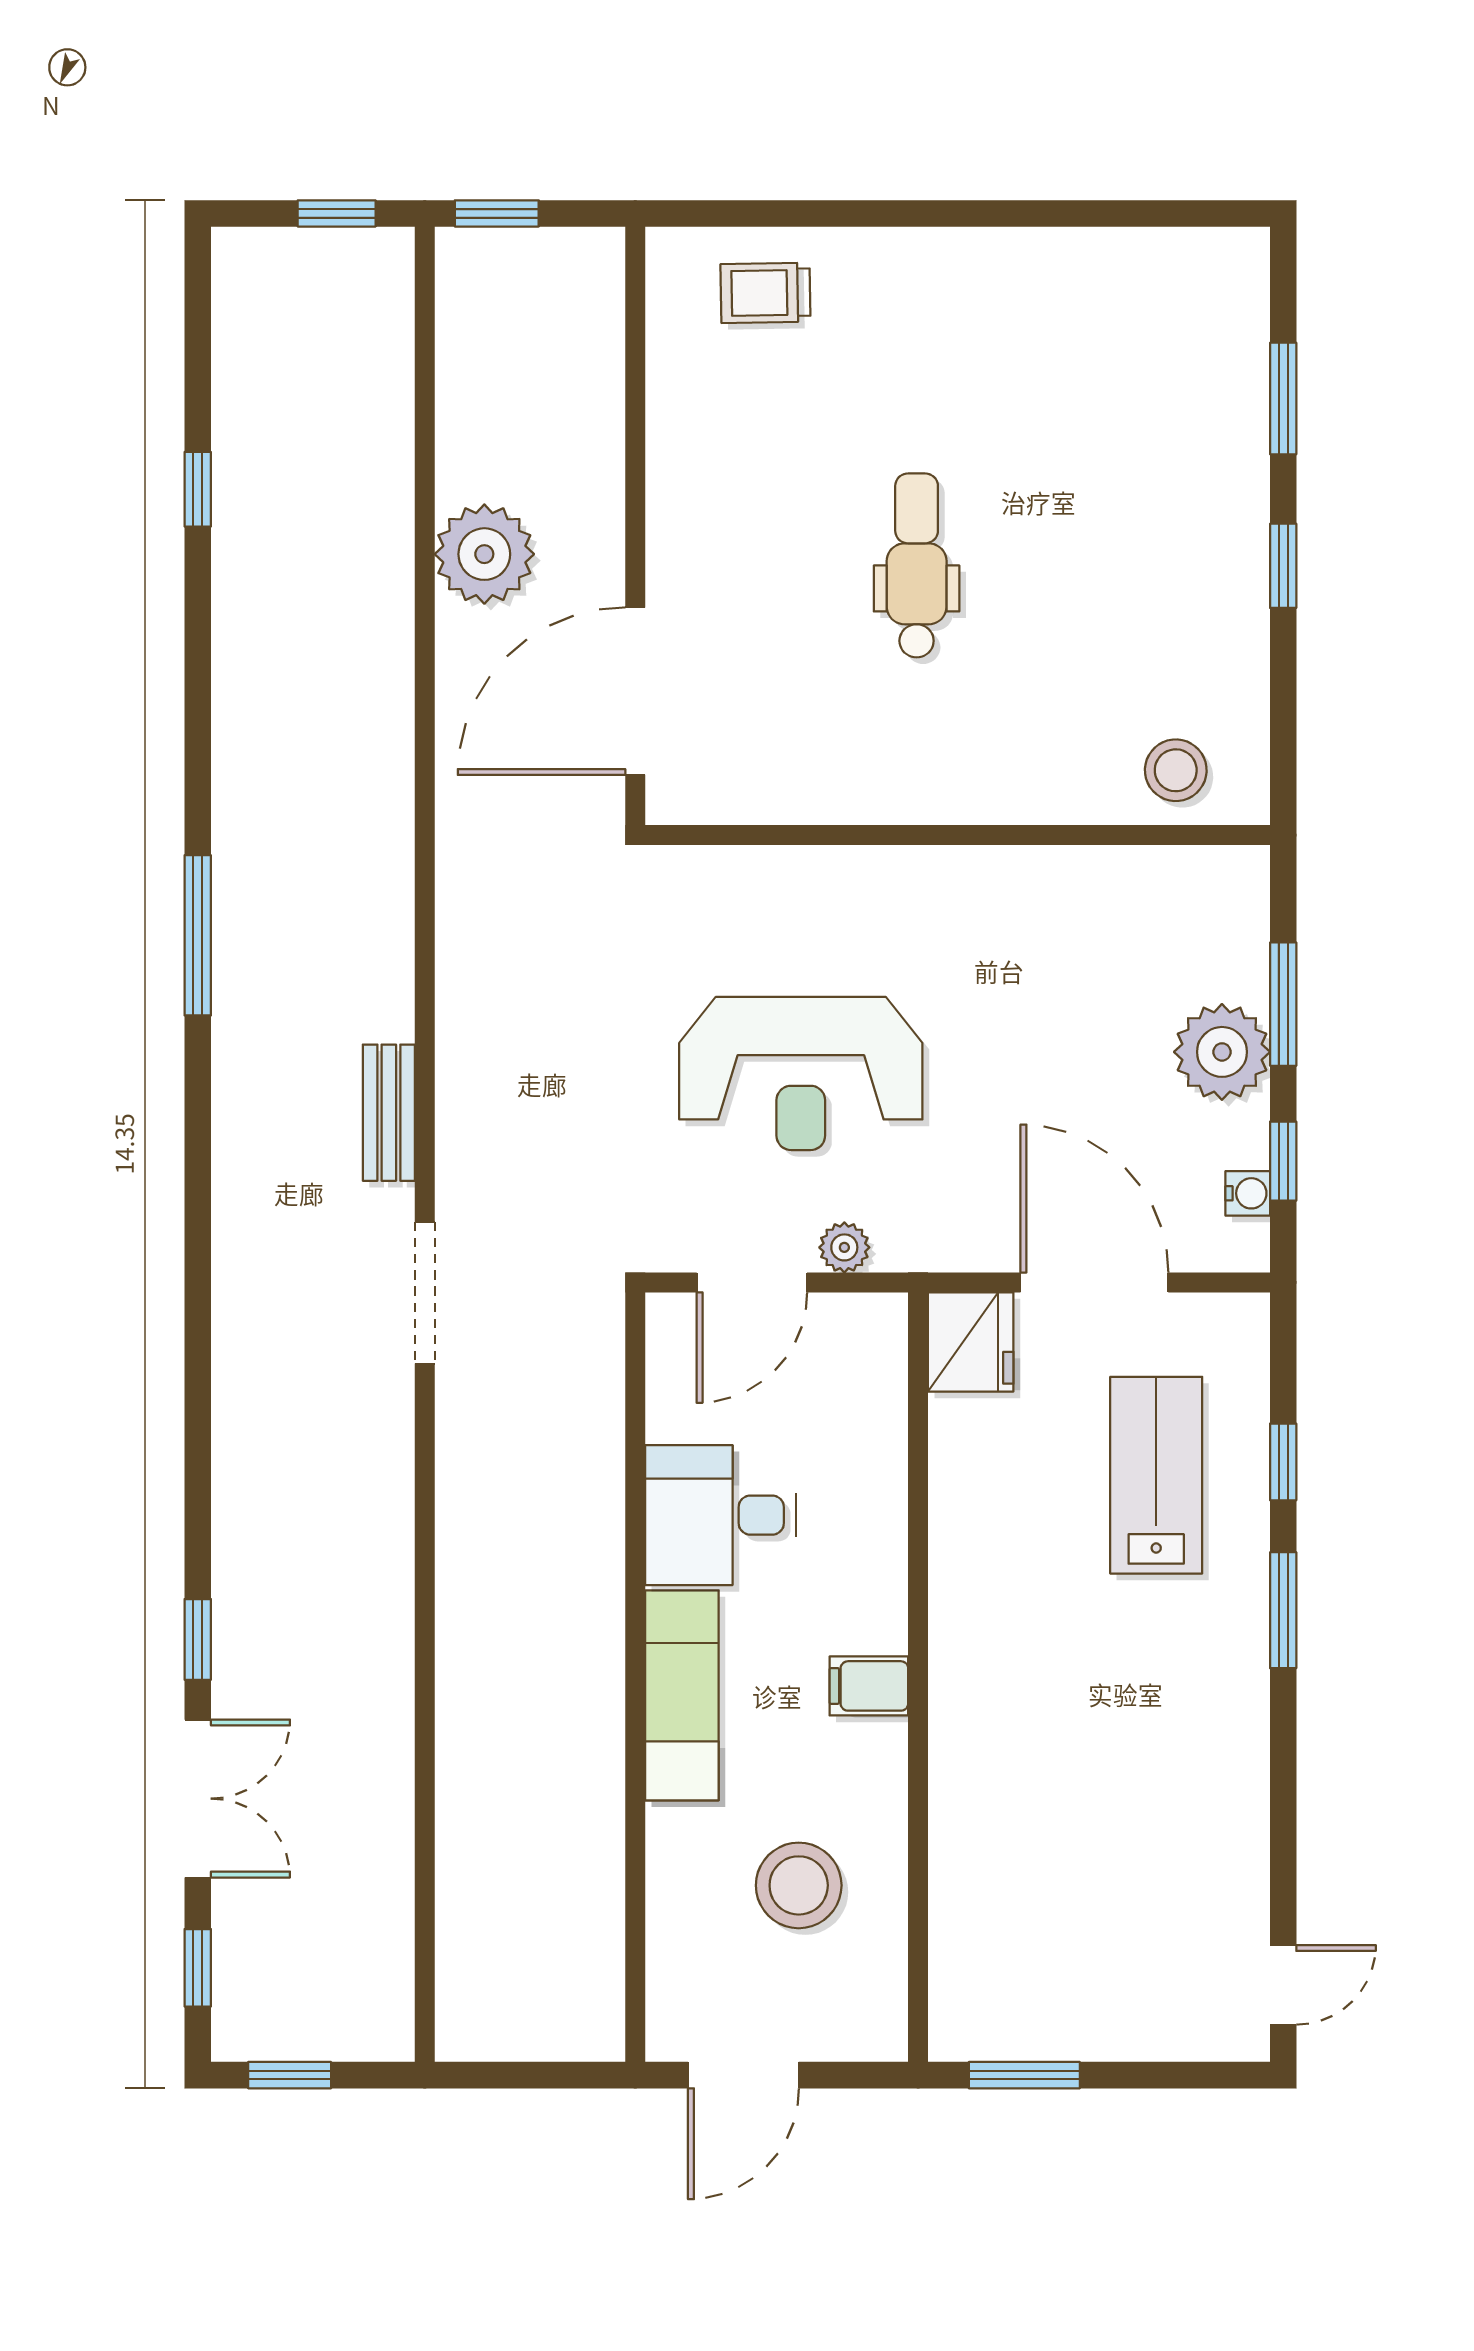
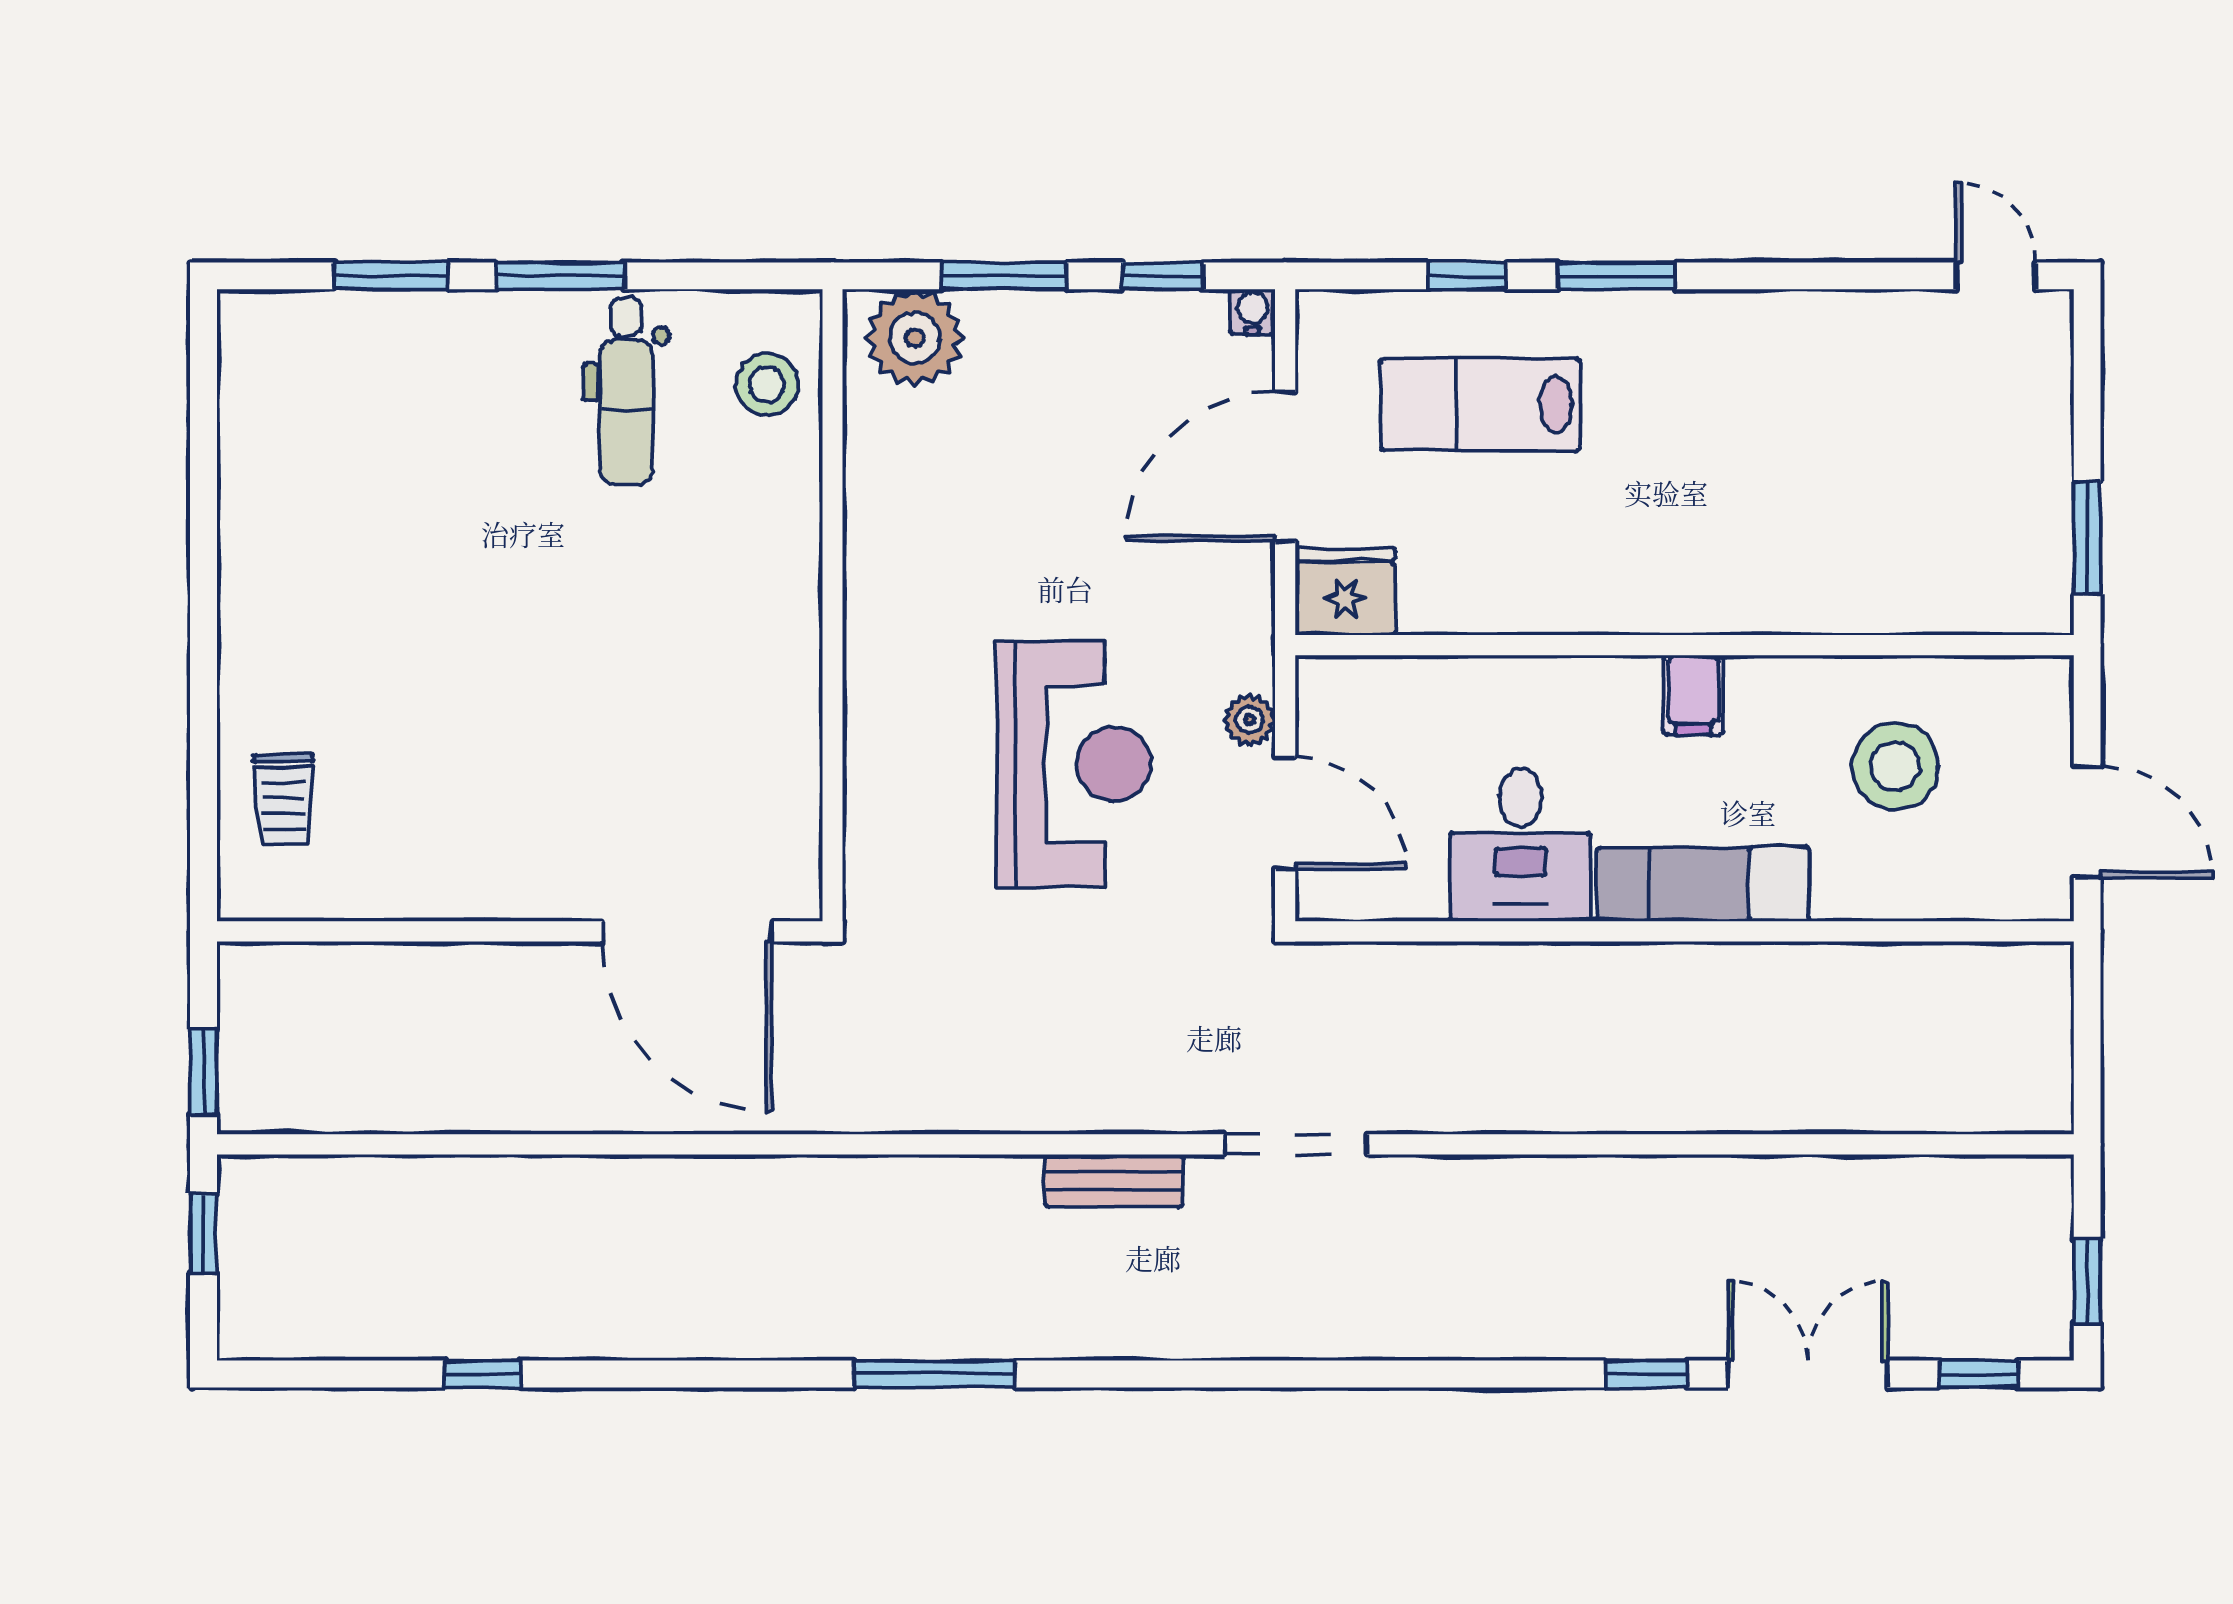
plant: (484, 554) -> (548, 1084), removed
dental chair: (917, 565) -> (626, 392), moved, turned -90
window: (1283, 566) -> (560, 276), width x1.50
plant: (1222, 1052) -> (915, 338), moved
water cooler: (1248, 1193) -> (1253, 312), moved

